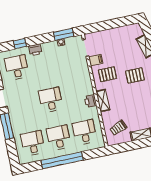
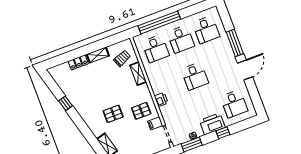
window: (20, 44) -> (223, 133), moved
printer: (35, 50) -> (212, 124), width x1.87, depth x1.48
printer: (91, 101) -> (161, 100), moved
shelving: (103, 101) -> (138, 74), moved
window: (62, 160) -> (159, 22), moved

